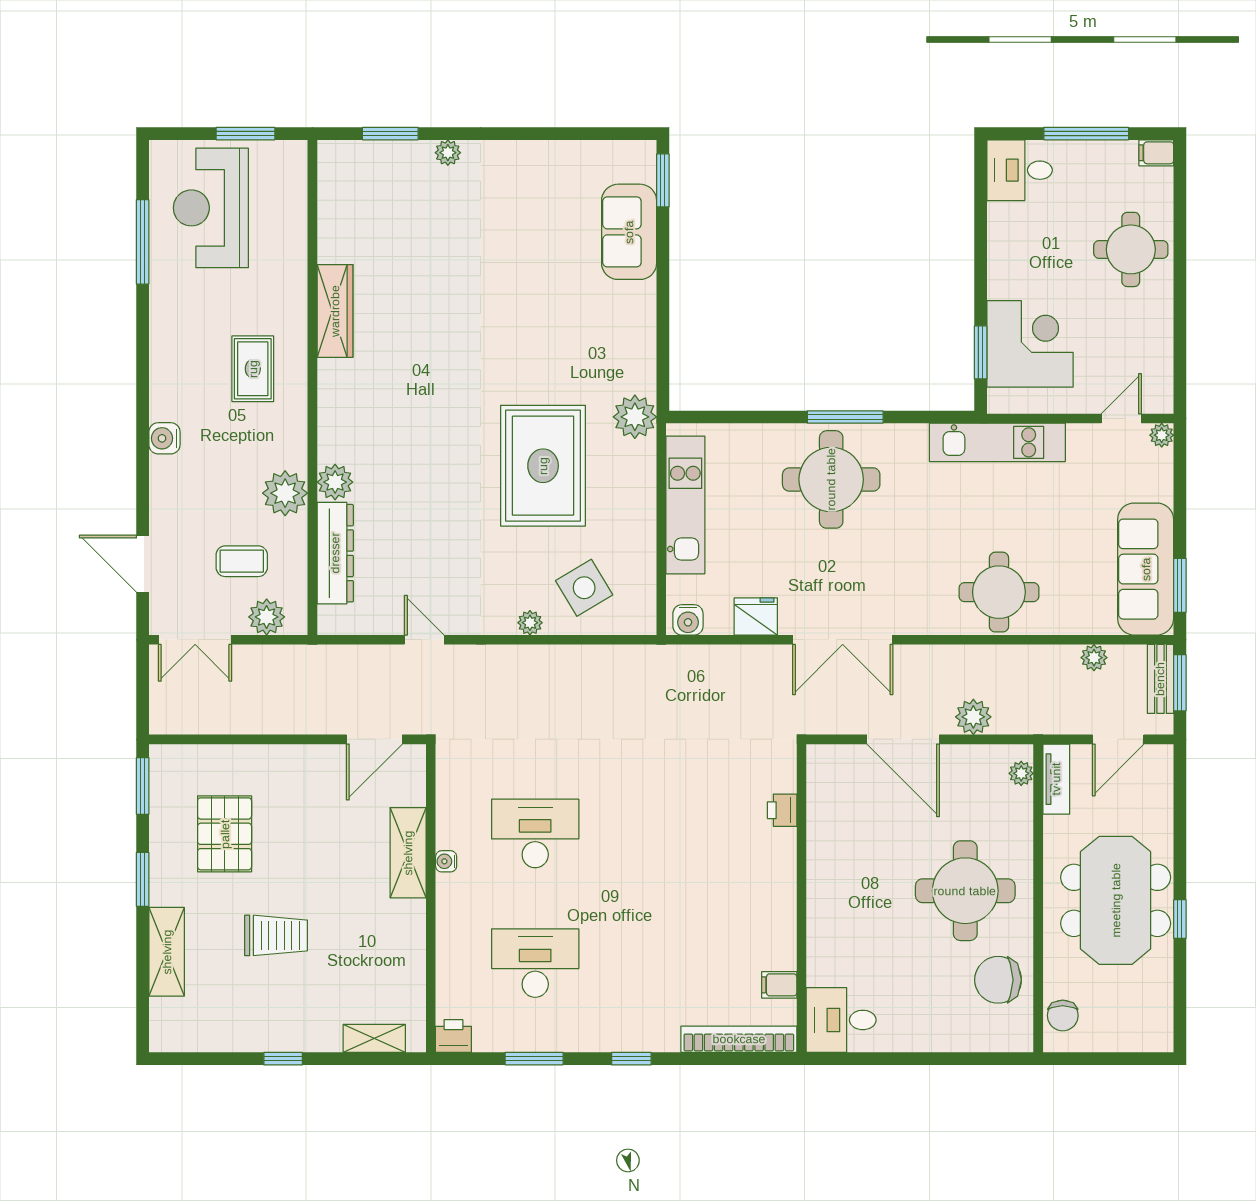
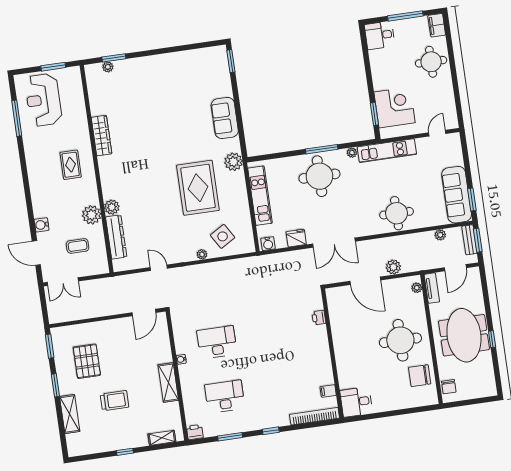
plant: (448, 153) -> (108, 67), moved
filing cabinet: (1156, 153) -> (437, 25), width x2.00
sofa: (629, 232) -> (225, 118), moved
plant: (1162, 435) -> (352, 153), moved
water cooler: (164, 438) -> (42, 225), moved
plant: (267, 617) -> (91, 268), removed
shelving: (408, 853) -> (168, 383), moved

